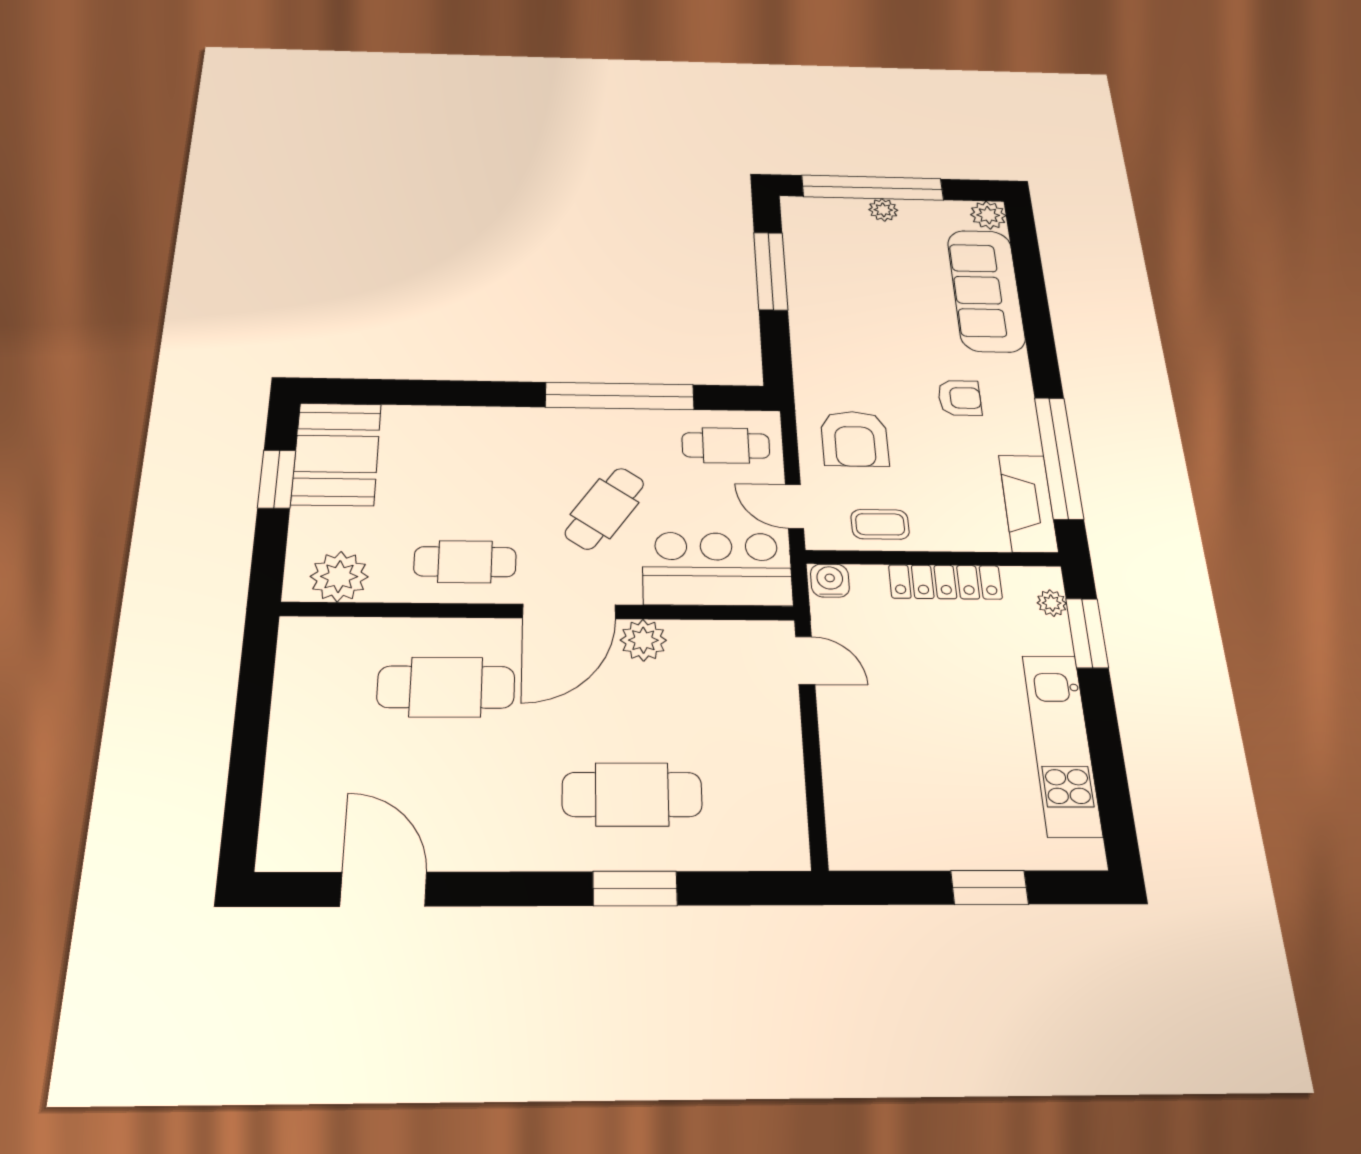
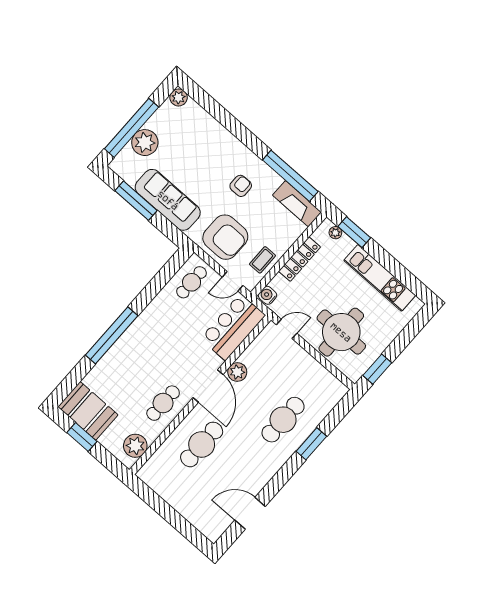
plant: (883, 210) -> (145, 143), width x1.88, depth x1.88
sofa: (986, 290) -> (168, 200), moved, turned 180
window: (620, 396) -> (112, 335), moved
armchair: (855, 439) -> (225, 237), width x1.36, depth x1.36
cafe table: (605, 508) -> (181, 343), removed
round table: (898, 760) -> (341, 332), added
window: (990, 888) -> (377, 369), moved

